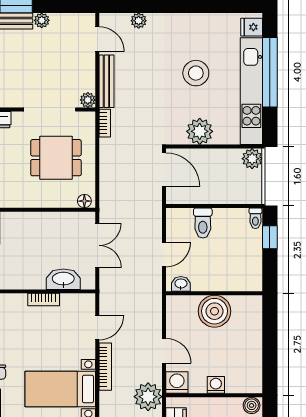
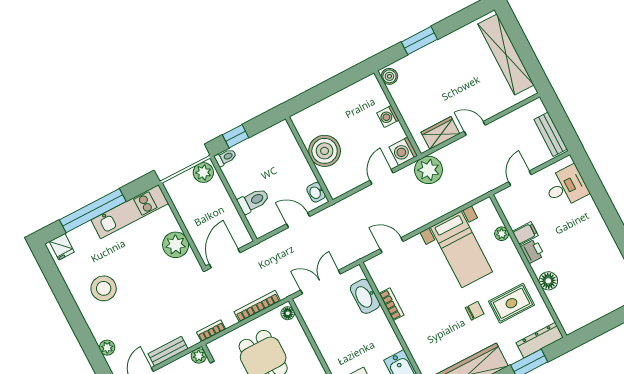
stool: (196, 73) -> (104, 288), moved
bench: (106, 81) -> (168, 351), width x0.73
kitchen unit: (251, 91) -> (130, 212), width x0.73
plant: (252, 159) -> (203, 173), moved
bookcase: (105, 367) -> (257, 306), moved

